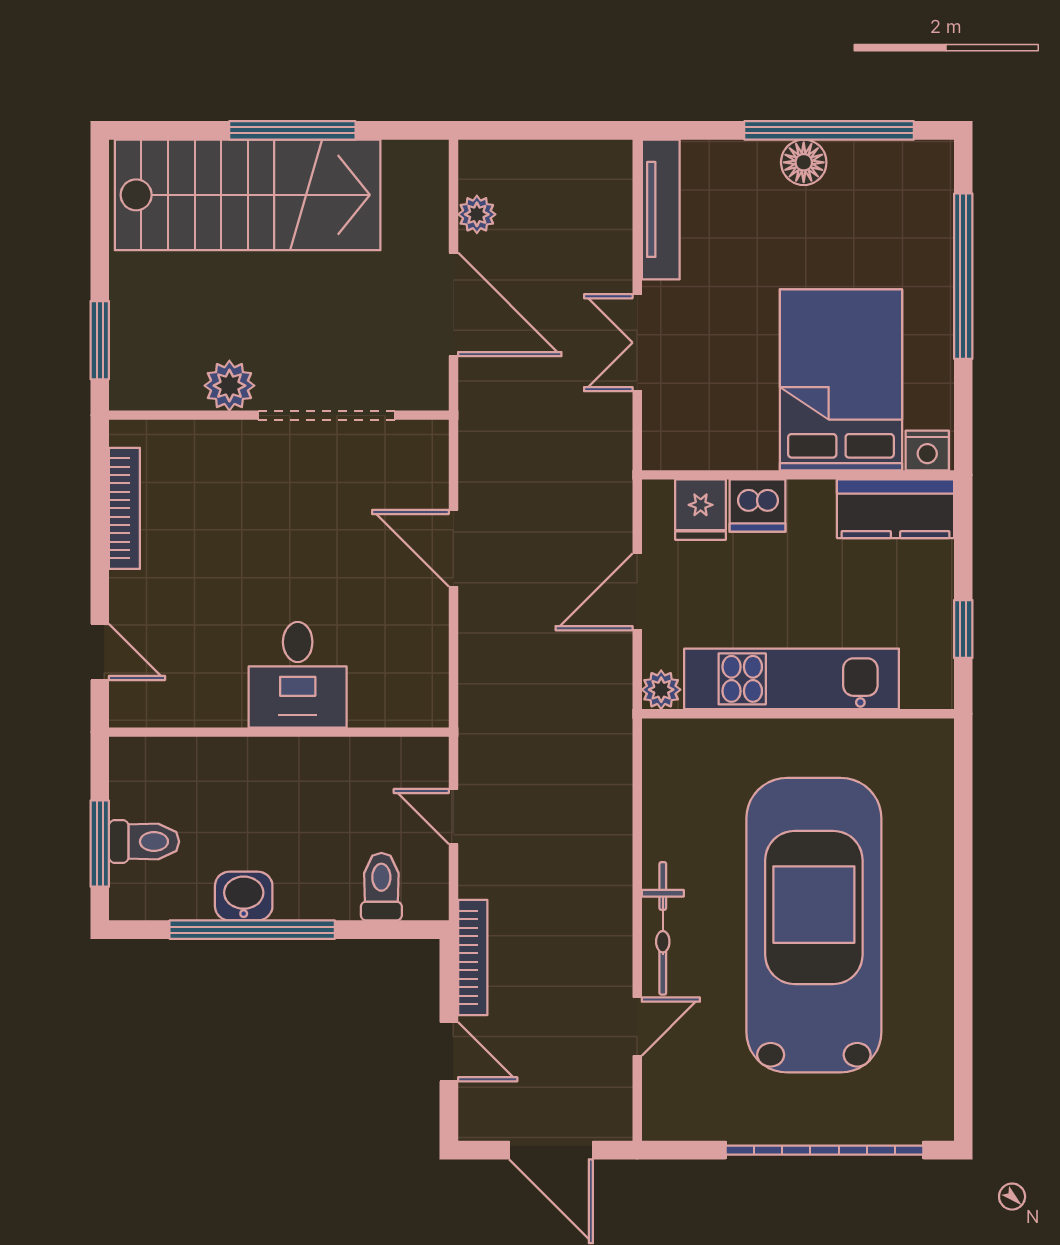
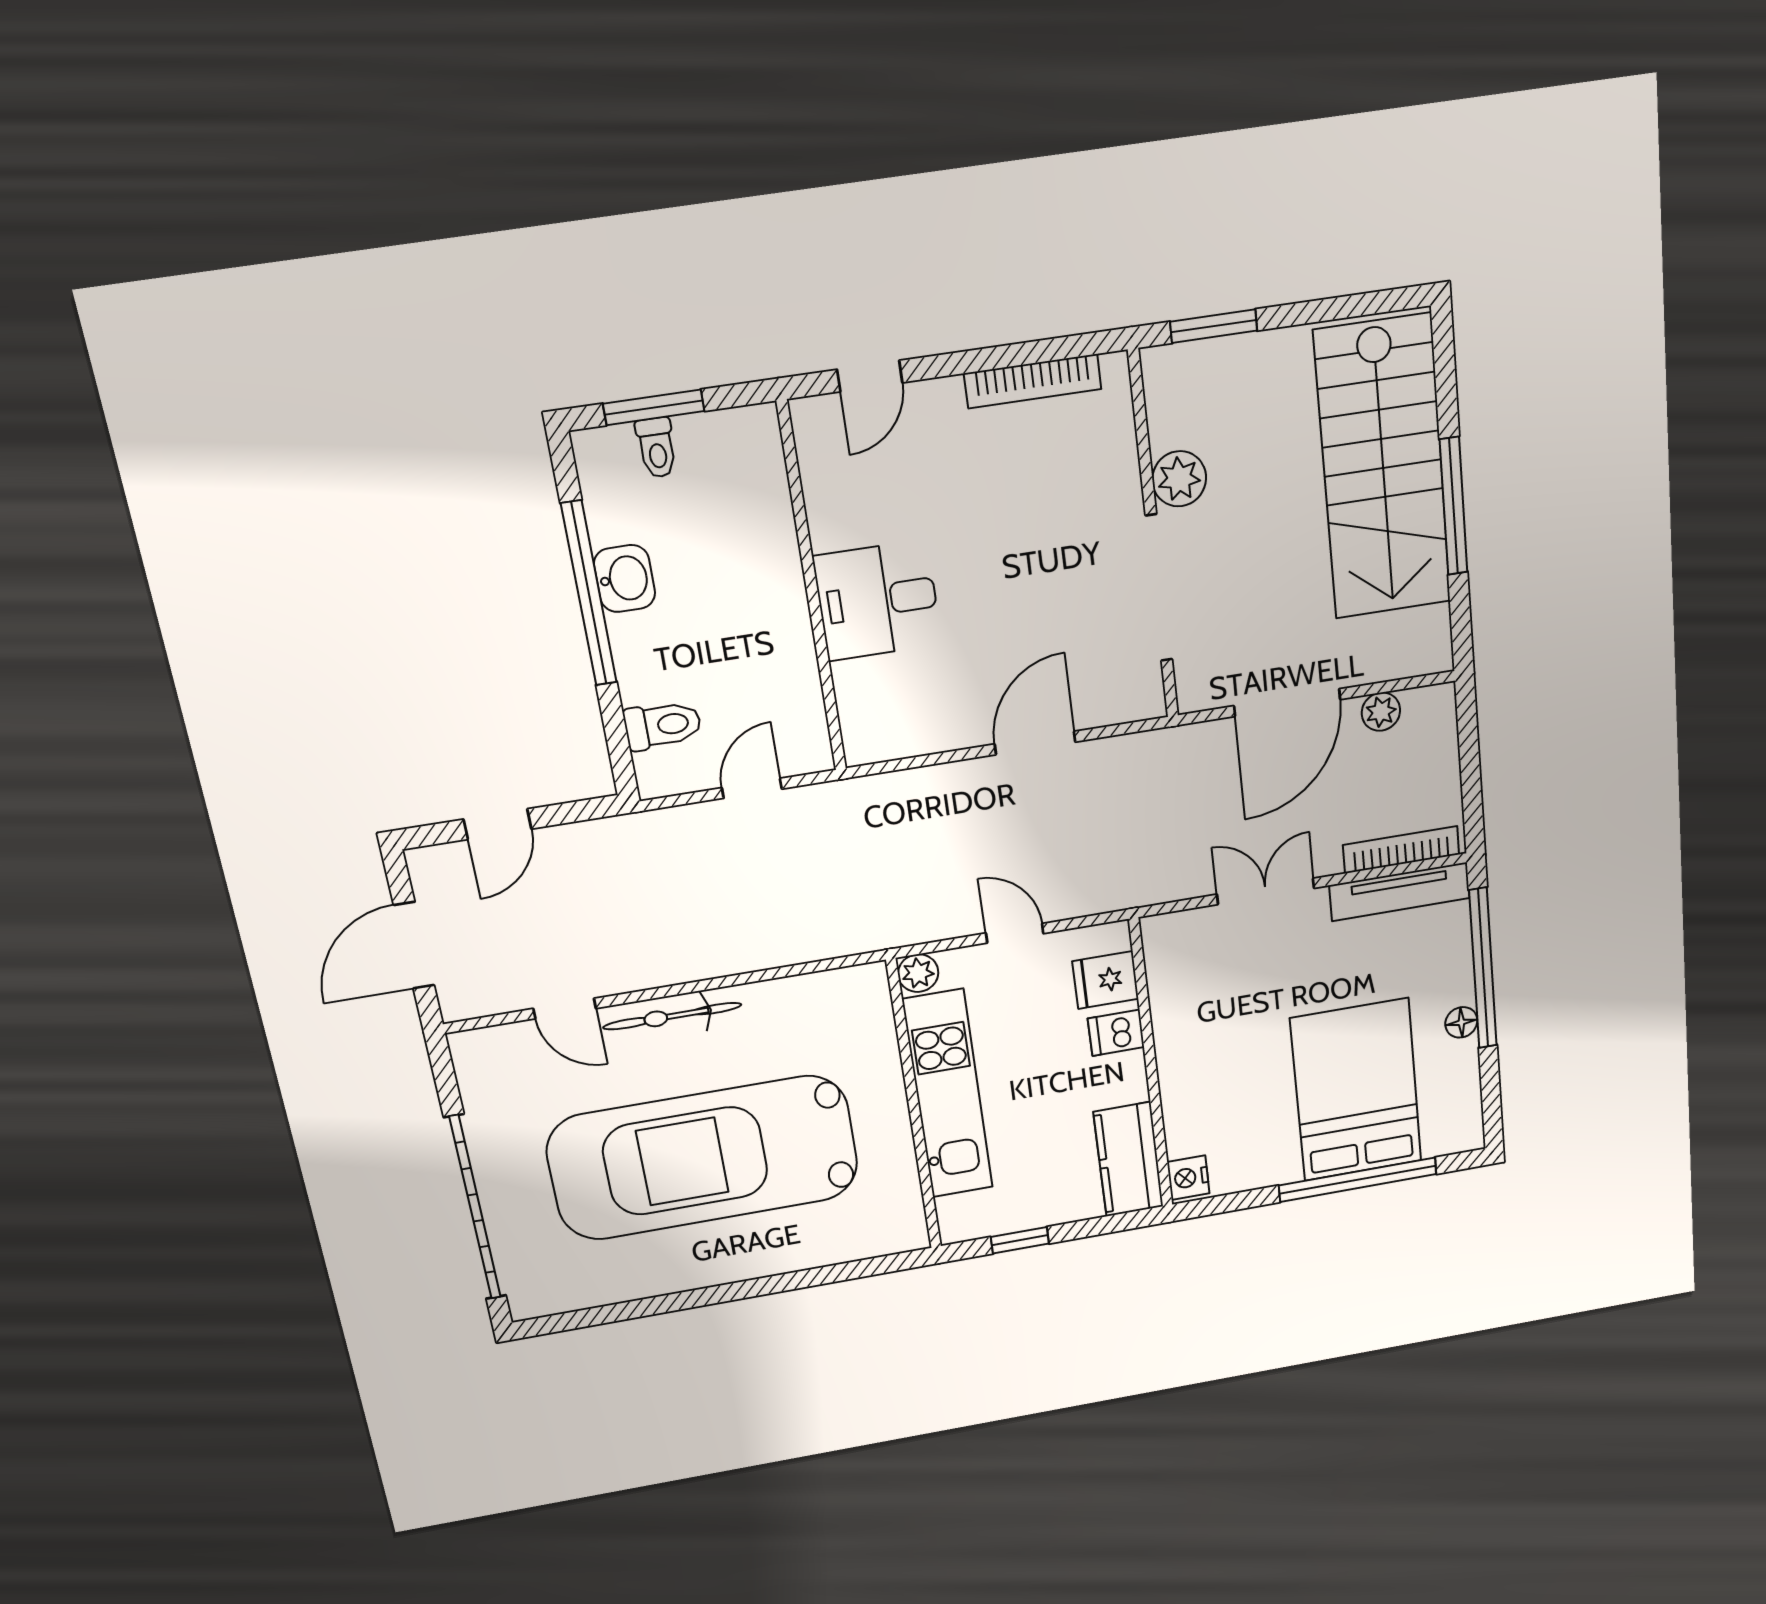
window: (829, 130) -> (1483, 968), moved
floor lamp: (804, 162) -> (1461, 1022), width x0.73, depth x0.73
bed: (841, 380) -> (1356, 1090), moved, turned -90
dishwasher: (757, 506) -> (1116, 1033), width x0.73
door: (637, 592) -> (1015, 933), width x0.73
toilet: (144, 842) -> (657, 448), width x0.73, depth x0.72
car: (814, 925) -> (703, 1158), turned 180
bookcase: (473, 957) -> (1401, 850), moved, turned 180

